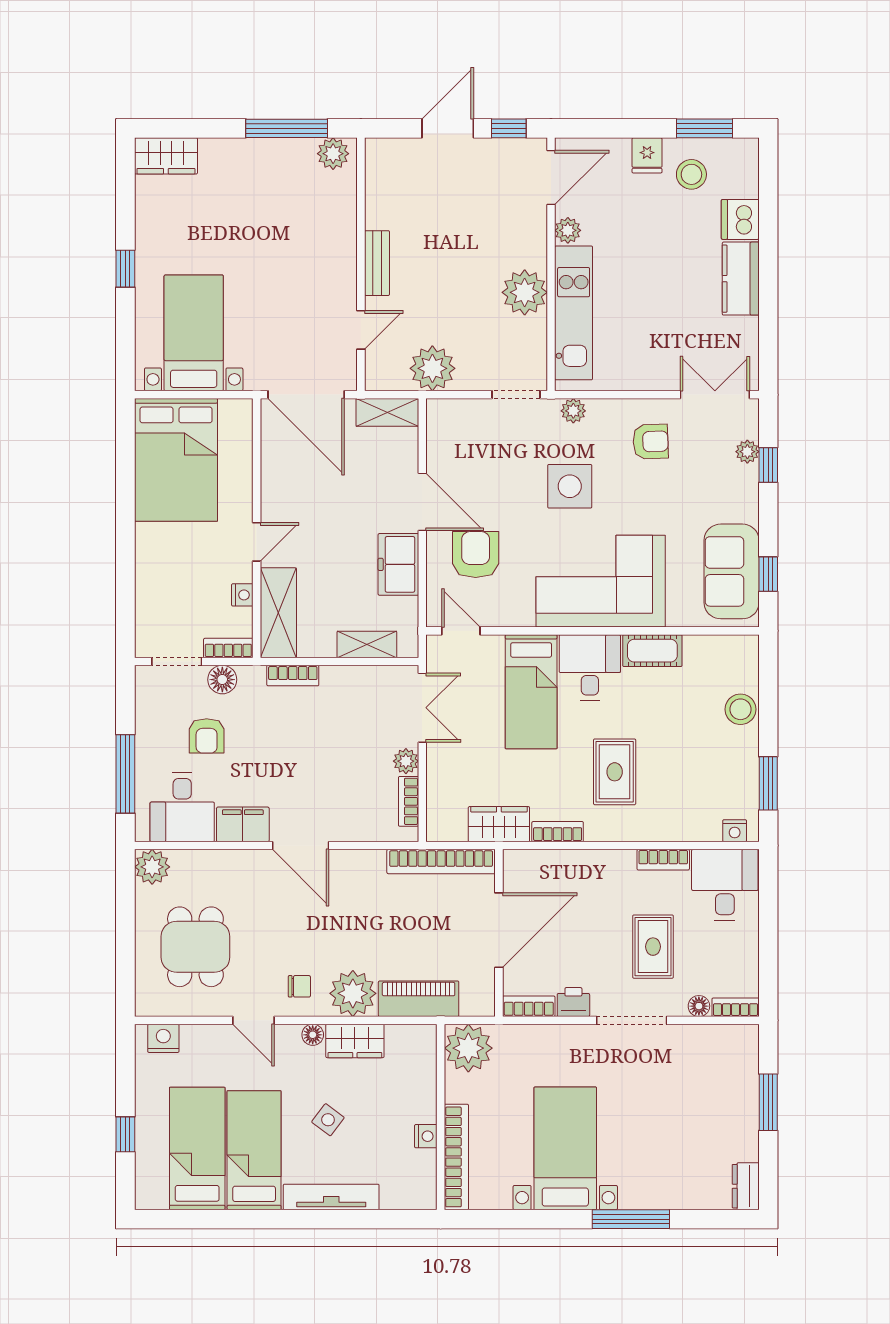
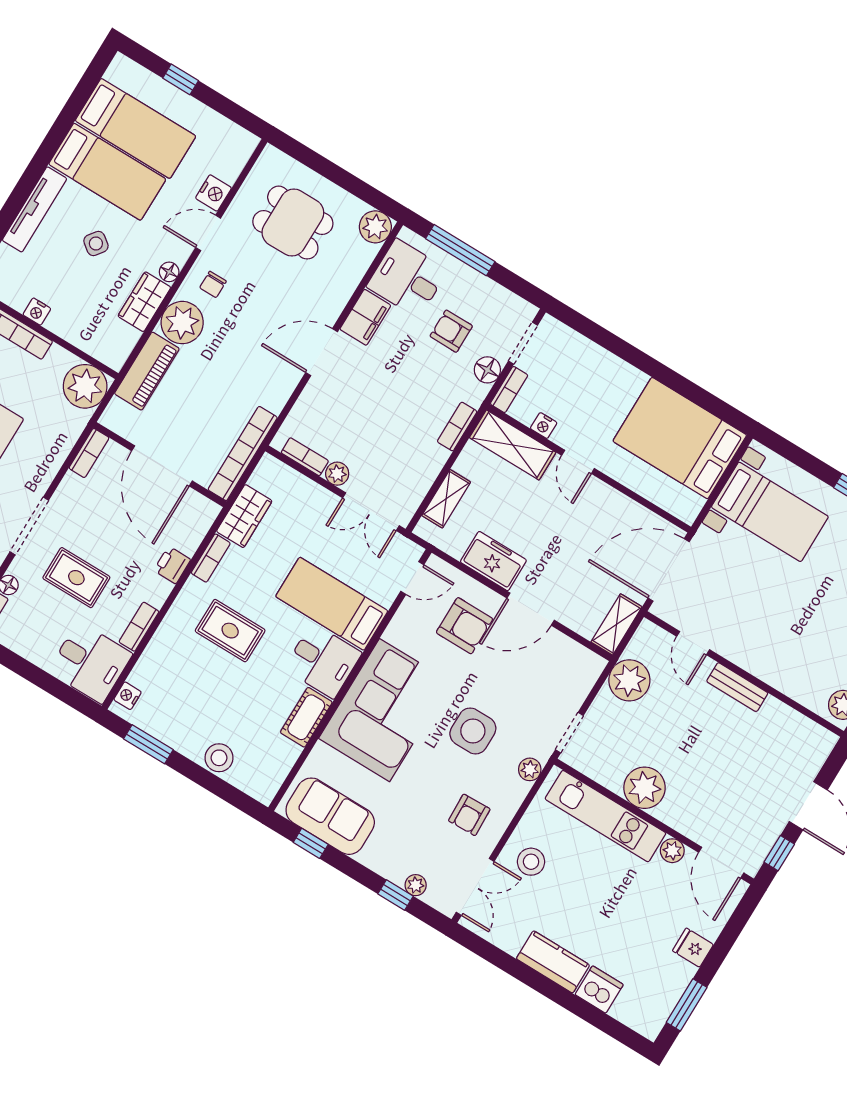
stool: (691, 174) -> (531, 862), moved
printer: (573, 1002) -> (172, 565), moved, turned 180
nightstand: (163, 1038) -> (213, 193), moved

